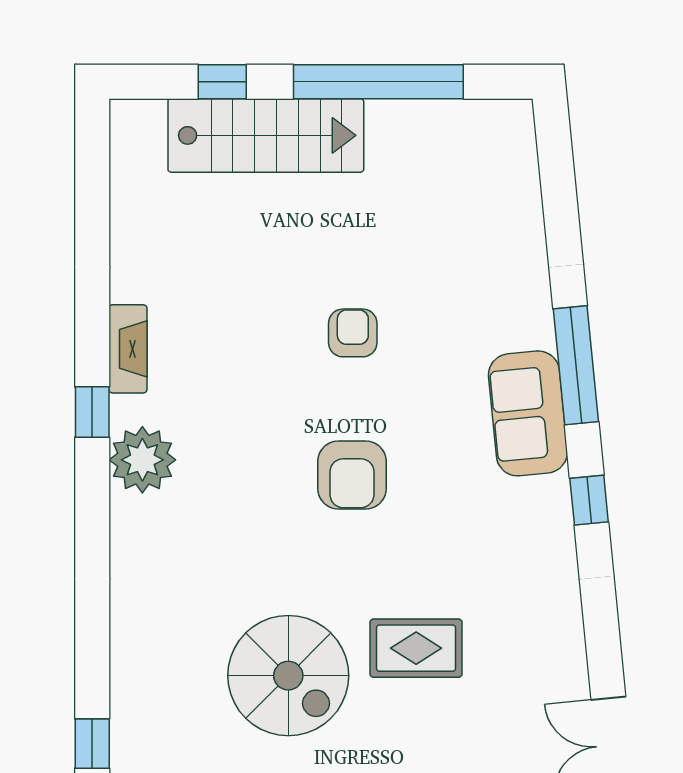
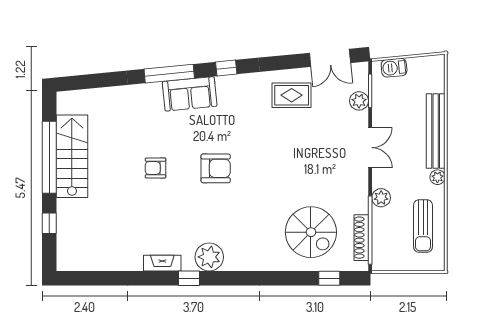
stairs: (266, 135) -> (72, 156), moved
rug: (416, 648) -> (292, 95), moved, turned 90
spiral stairs: (288, 676) -> (311, 232), moved, turned 90

